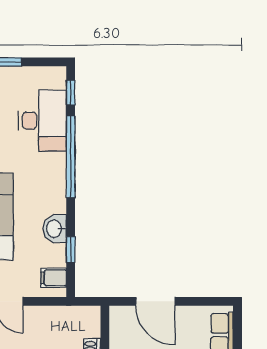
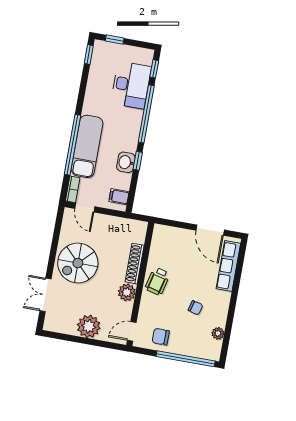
window: (71, 250) -> (138, 161), moved
door: (155, 301) -> (210, 230), moved

